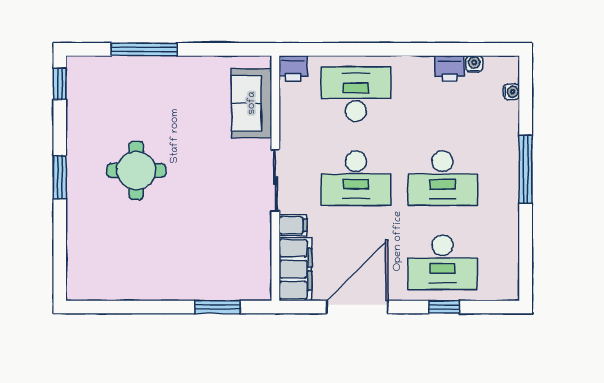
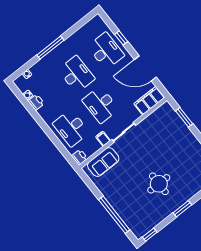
window: (144, 49) -> (114, 215), width x1.46
desk: (356, 178) -> (101, 105), turned 180
filing cabinet: (293, 225) -> (103, 139), moved

